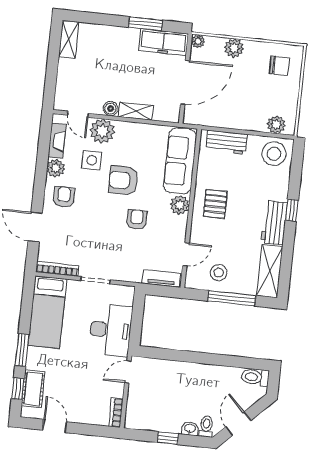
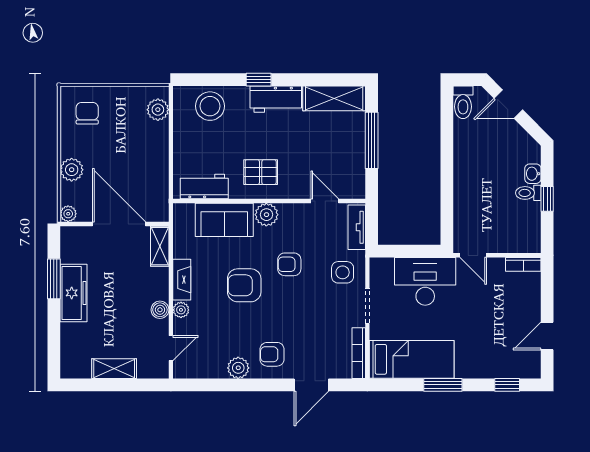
shelving: (69, 39) -> (114, 369), moved
freezer: (163, 42) -> (73, 293), moved
shelving: (136, 111) -> (160, 246), moved
plant: (102, 131) -> (181, 310), width x0.53, depth x0.53
fireplace: (57, 141) -> (182, 280), moved, turned 90
workbench: (227, 142) -> (204, 187), moved, turned -90
stool: (274, 154) -> (210, 106), moved
side table: (92, 160) -> (343, 272), moved
sofa: (180, 161) -> (224, 220), width x0.73
armchair: (123, 180) -> (244, 285), turned 90
stool: (219, 273) -> (342, 159), removed
window: (22, 350) -> (443, 385), moved
cot: (33, 389) -> (506, 367), removed
door: (238, 424) -> (508, 104), moved
toilet: (206, 426) -> (528, 193), moved

